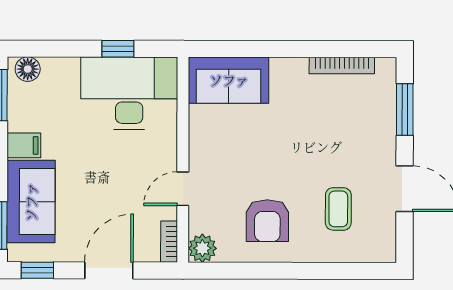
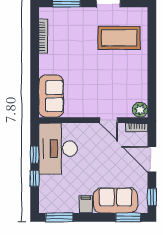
window: (73, 49) -> (35, 178), added
floor lamp: (28, 69) -> (45, 202), removed
coffee table: (338, 209) -> (119, 38), width x1.86, depth x1.72
armchair: (267, 221) -> (125, 75), removed

